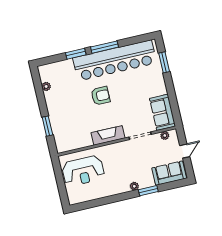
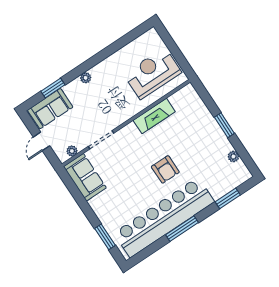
window: (76, 54) -> (228, 198), moved
armchair: (100, 96) -> (165, 169), turned -90
window: (47, 126) -> (224, 125), moved
fireplace: (108, 135) -> (154, 116), moved
window: (148, 191) -> (53, 88), moved

